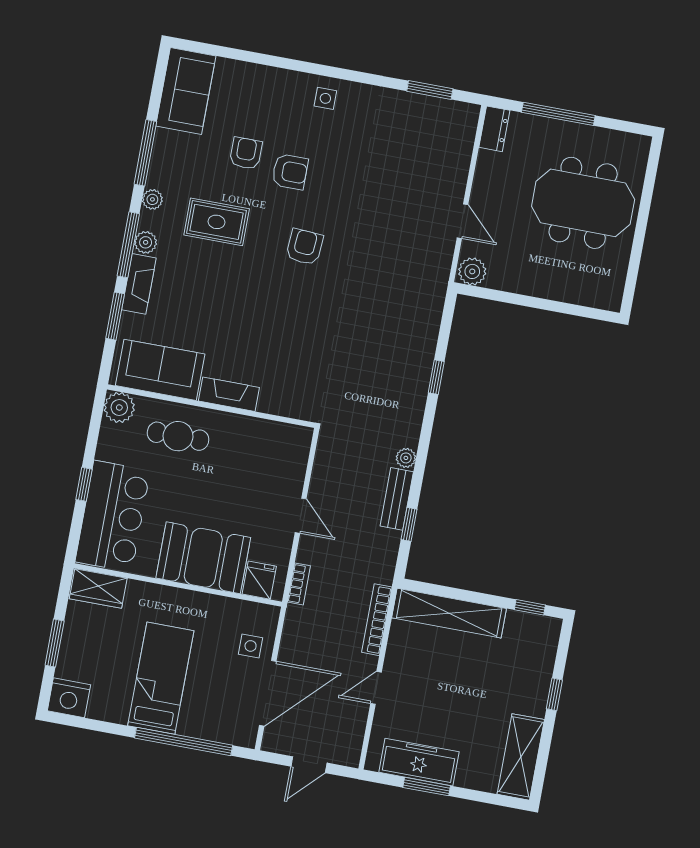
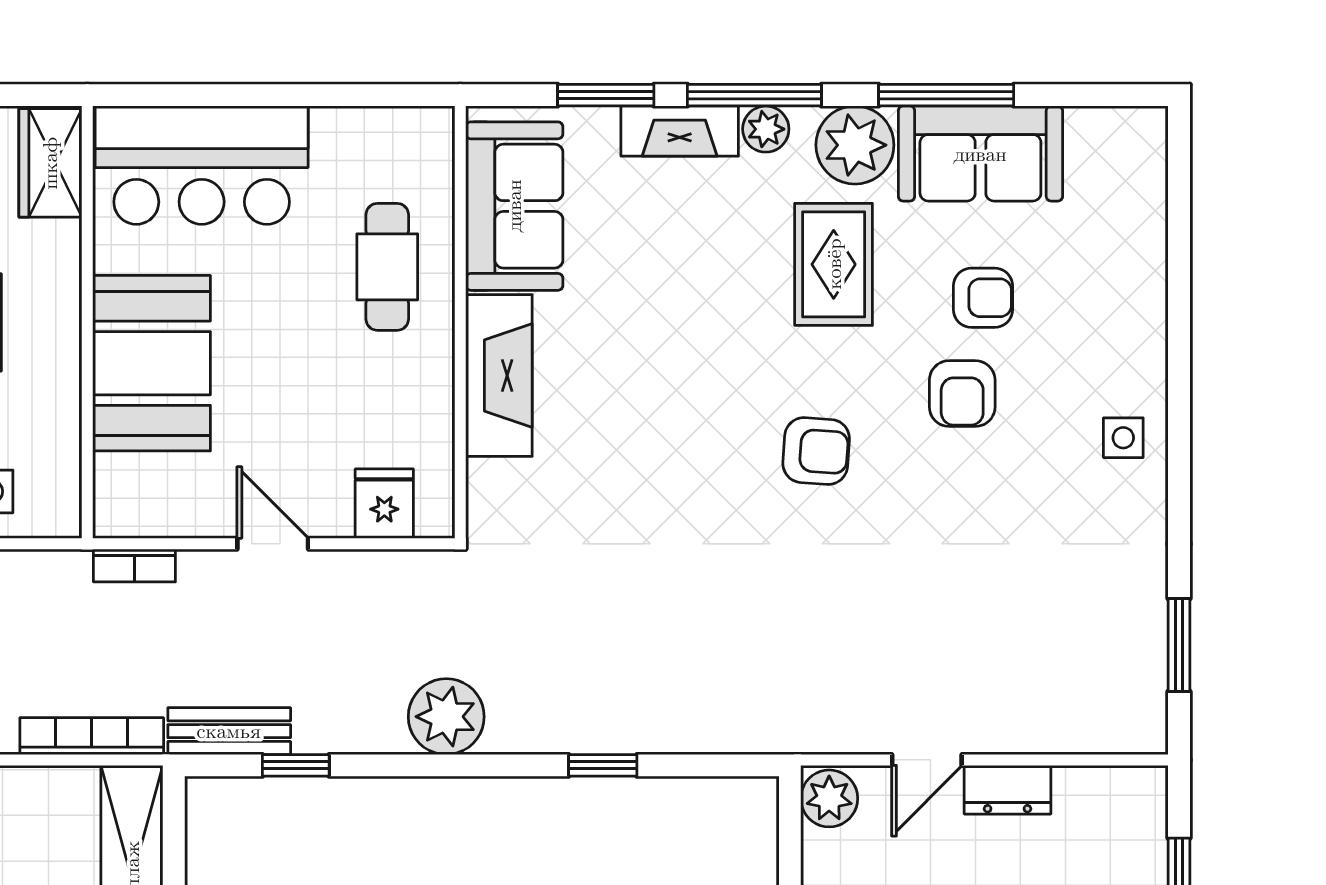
sofa: (186, 91) -> (980, 154), moved
dresser: (494, 129) -> (1007, 790), moved
plant: (152, 199) -> (855, 145), width x1.88, depth x1.88
fireplace: (229, 394) -> (499, 376), width x1.37, depth x1.32
plant: (119, 407) -> (423, 138), removed
plant: (406, 458) -> (446, 717), width x1.88, depth x1.88
window: (84, 484) -> (255, 95), removed
bench: (397, 499) -> (229, 731), moved
door: (301, 516) -> (273, 544), swing flipped
fridge: (259, 580) -> (384, 504), moved, turned -90

